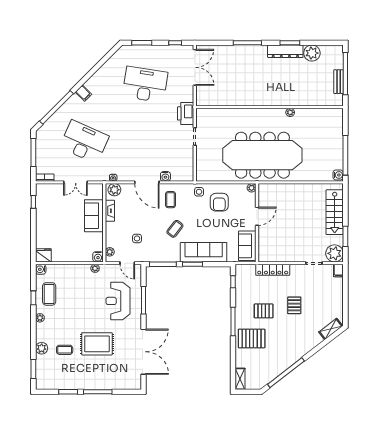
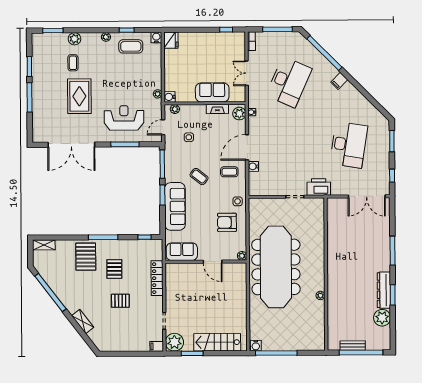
shelving: (331, 329) -> (83, 322), moved

